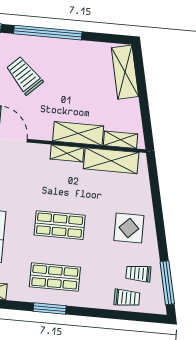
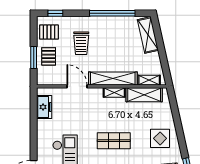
window: (48, 33) -> (112, 13), moved
trolley: (24, 75) -> (81, 43), turned -136
shelving: (78, 133) -> (113, 79), width x1.47

